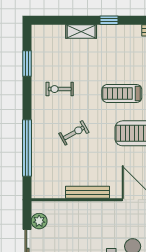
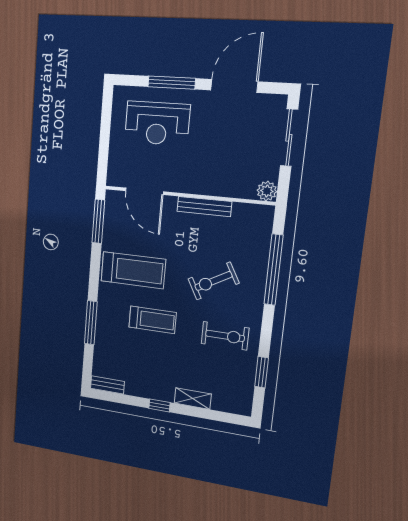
exercise bike: (60, 89) -> (225, 336), width x1.38, depth x1.39
exercise bike: (74, 133) -> (213, 281), width x1.38, depth x1.39
plant: (39, 221) -> (267, 191), moved

